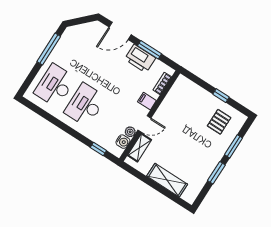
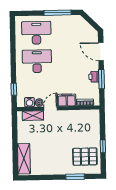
printer: (140, 59) -> (94, 77), width x0.53, depth x0.68
filing cabinet: (147, 101) -> (67, 100), width x2.00
pallet: (219, 122) -> (85, 157), width x1.50, depth x1.42
door: (144, 124) -> (51, 108), swing flipped
window: (216, 173) -> (50, 177), removed
shelving: (167, 180) -> (24, 159), moved

